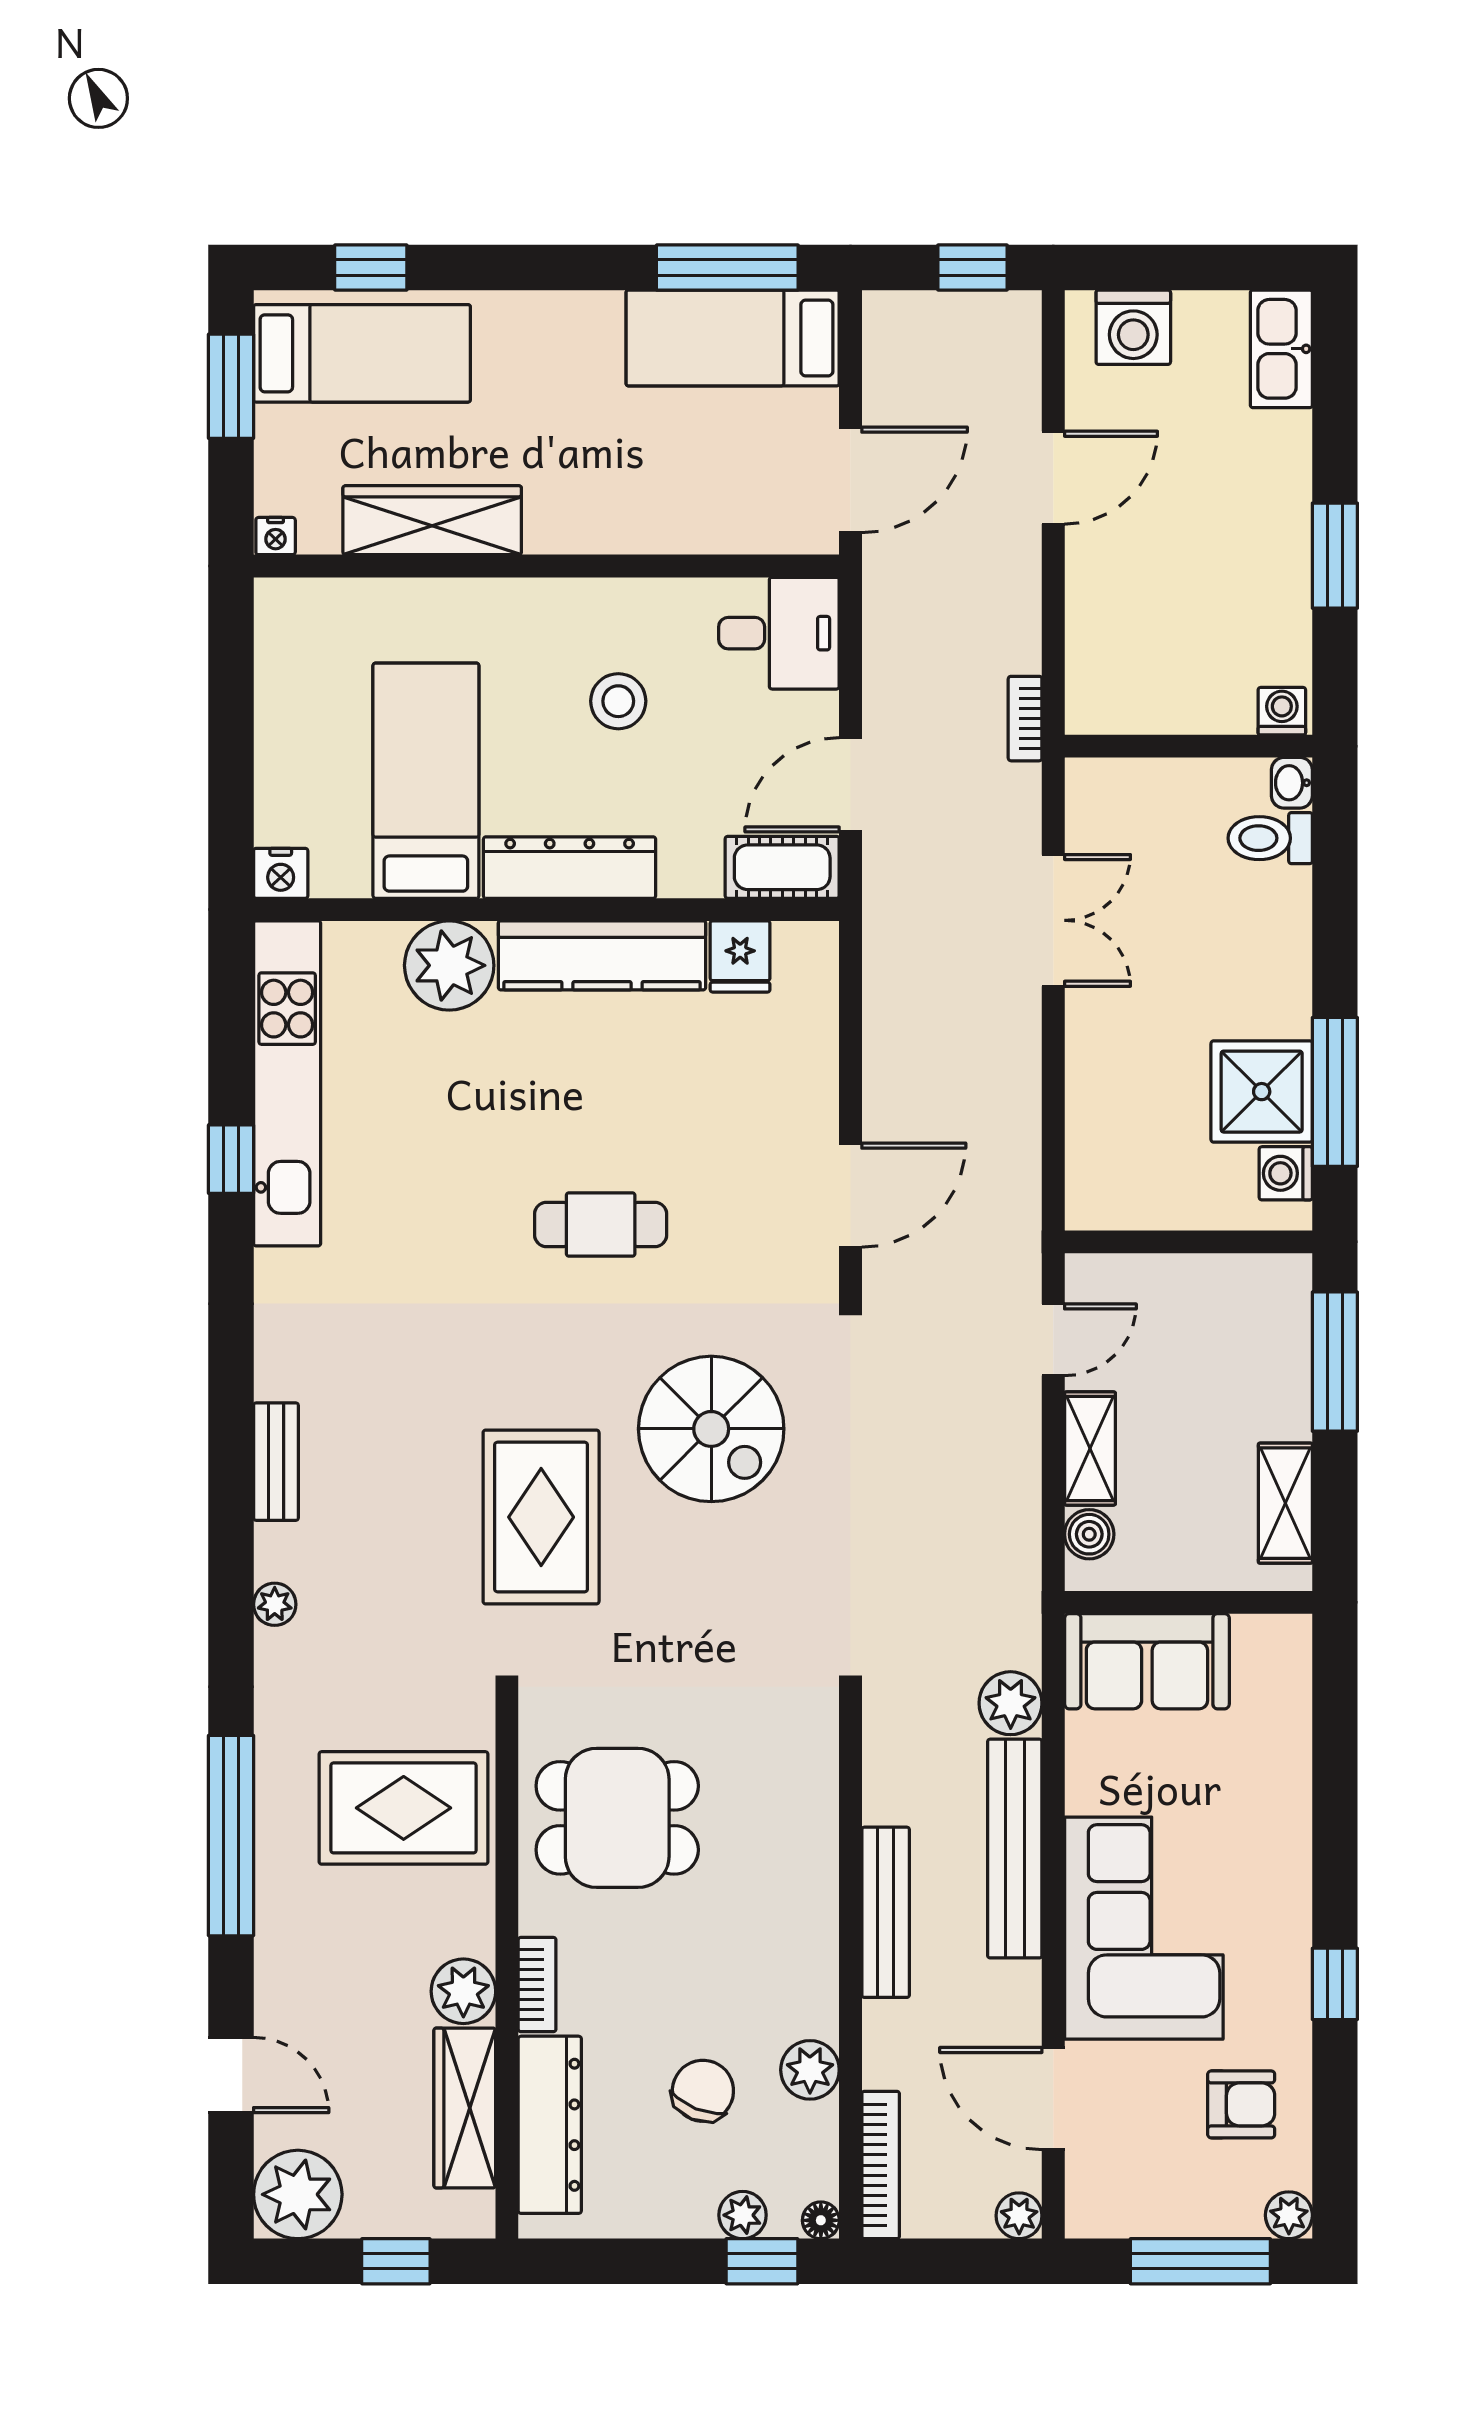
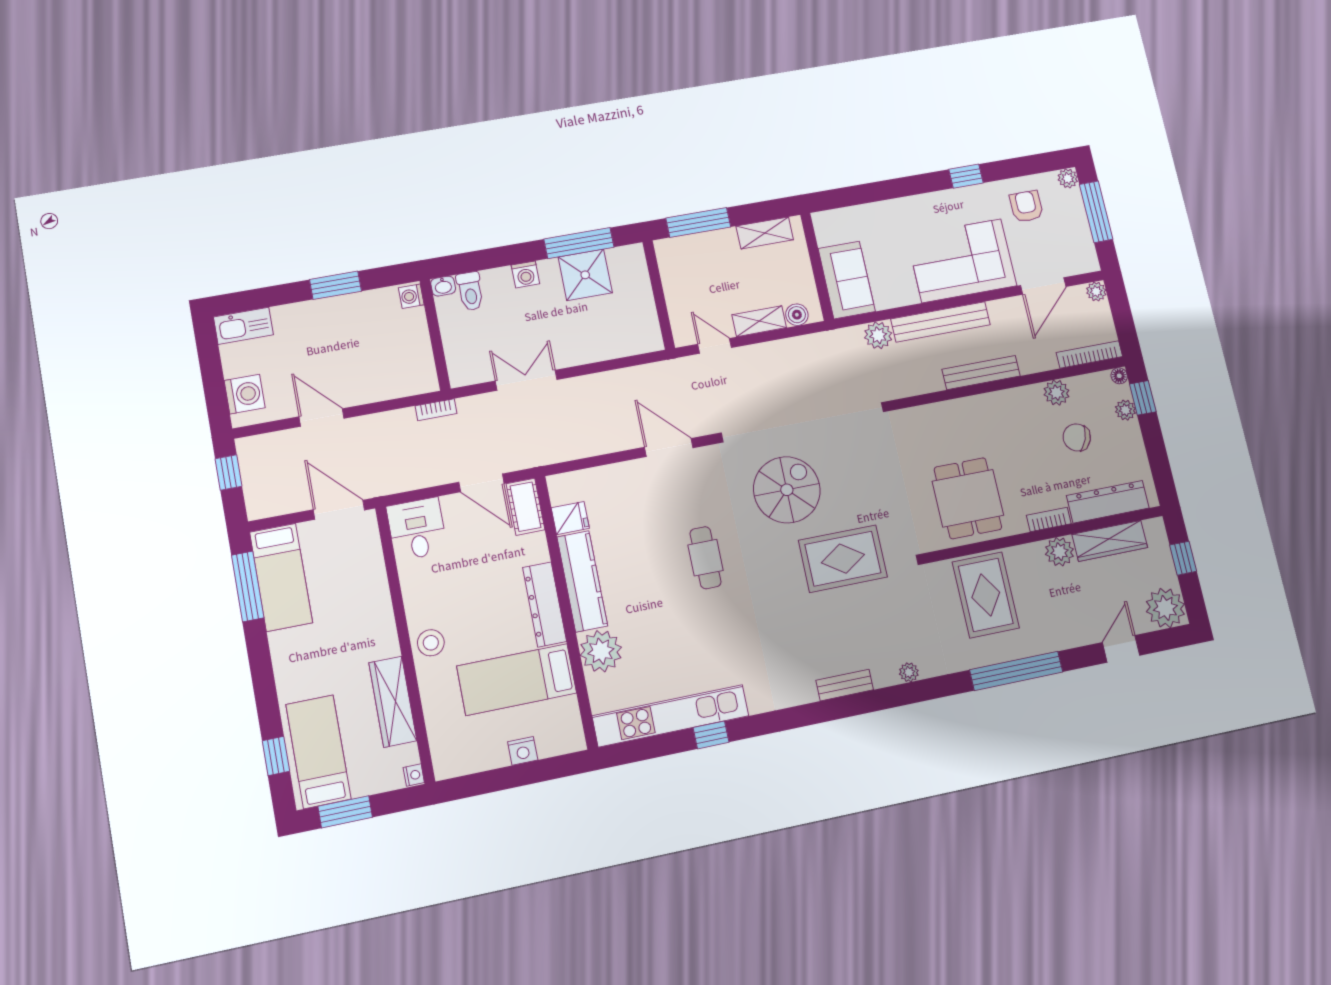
stool: (618, 701) -> (431, 643), moved
nightstand: (281, 873) -> (523, 751), moved, turned 90
washing machine: (1286, 1173) -> (525, 274), moved

